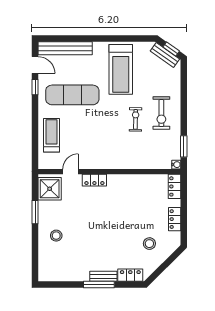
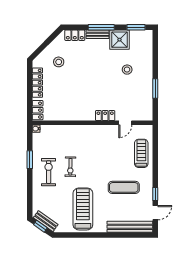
door: (35, 65) -> (155, 213), swing flipped
exercise mat: (72, 95) -> (124, 187), width x0.73, depth x0.69
treadmill: (52, 135) -> (141, 153), turned 180
window: (184, 146) -> (30, 160), moved
shower: (50, 189) -> (119, 40), moved
locker: (175, 219) -> (37, 83), width x1.53
stool: (56, 236) -> (127, 70), moved
window: (58, 285) -> (136, 27), added

